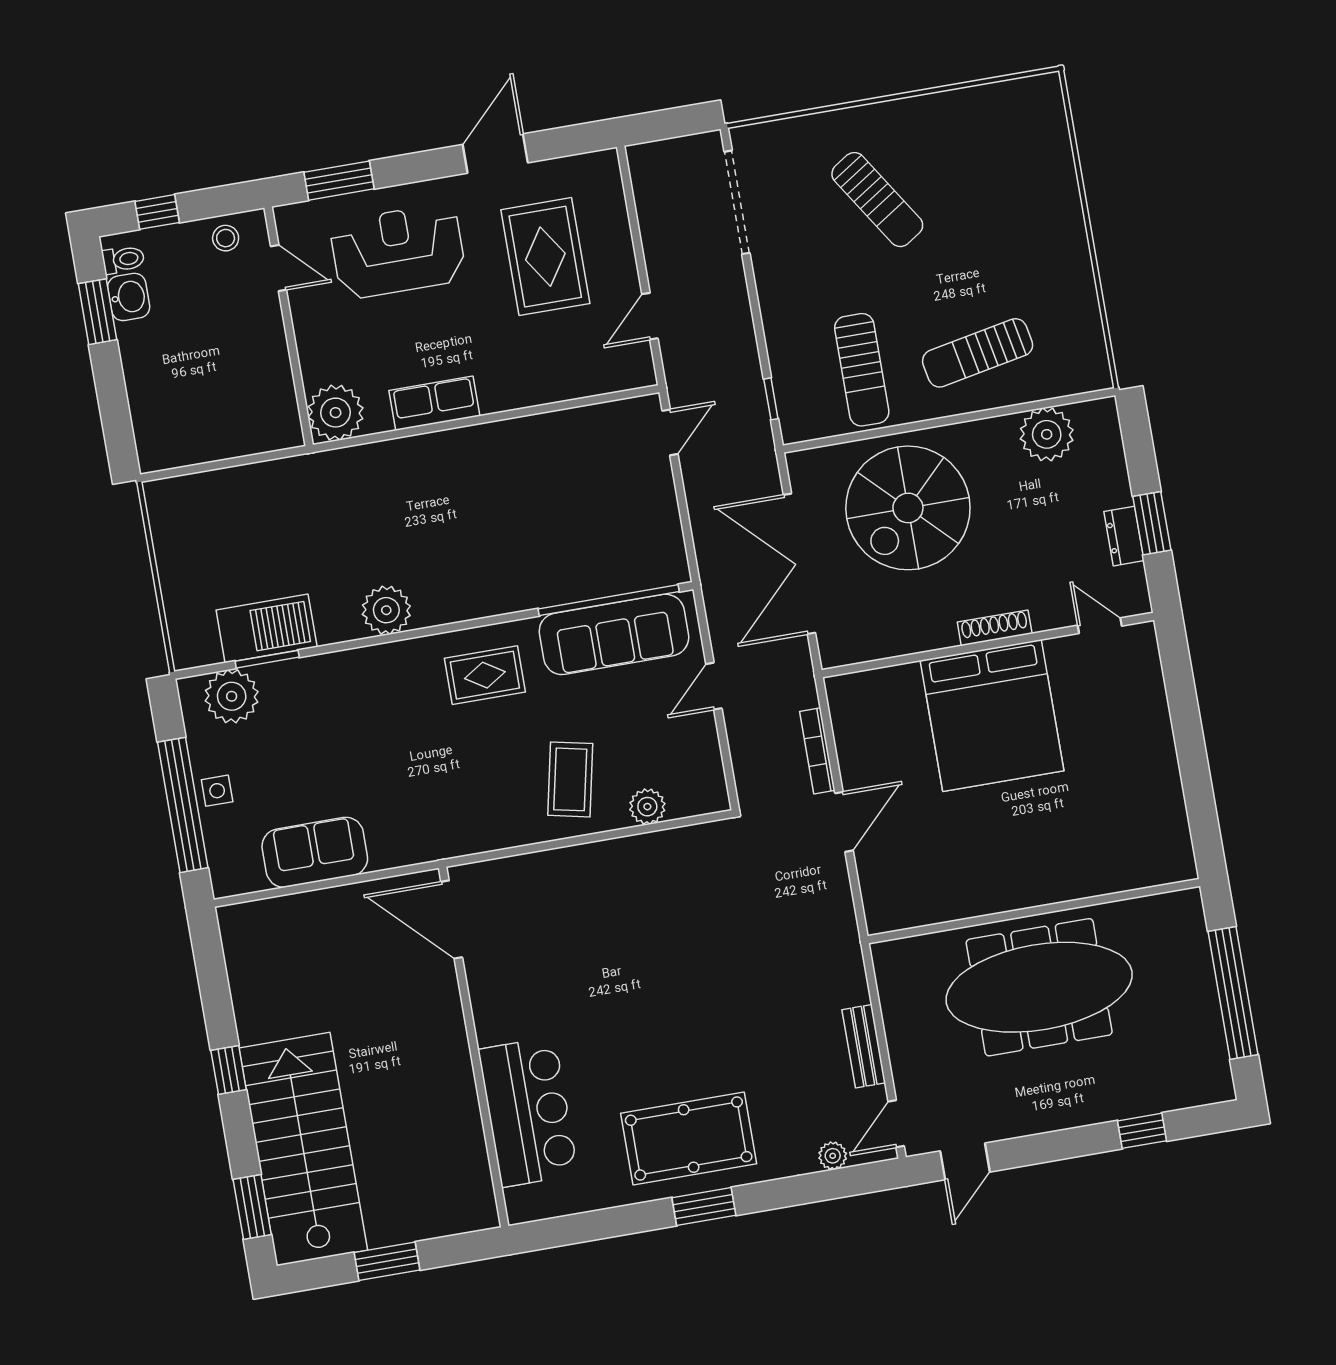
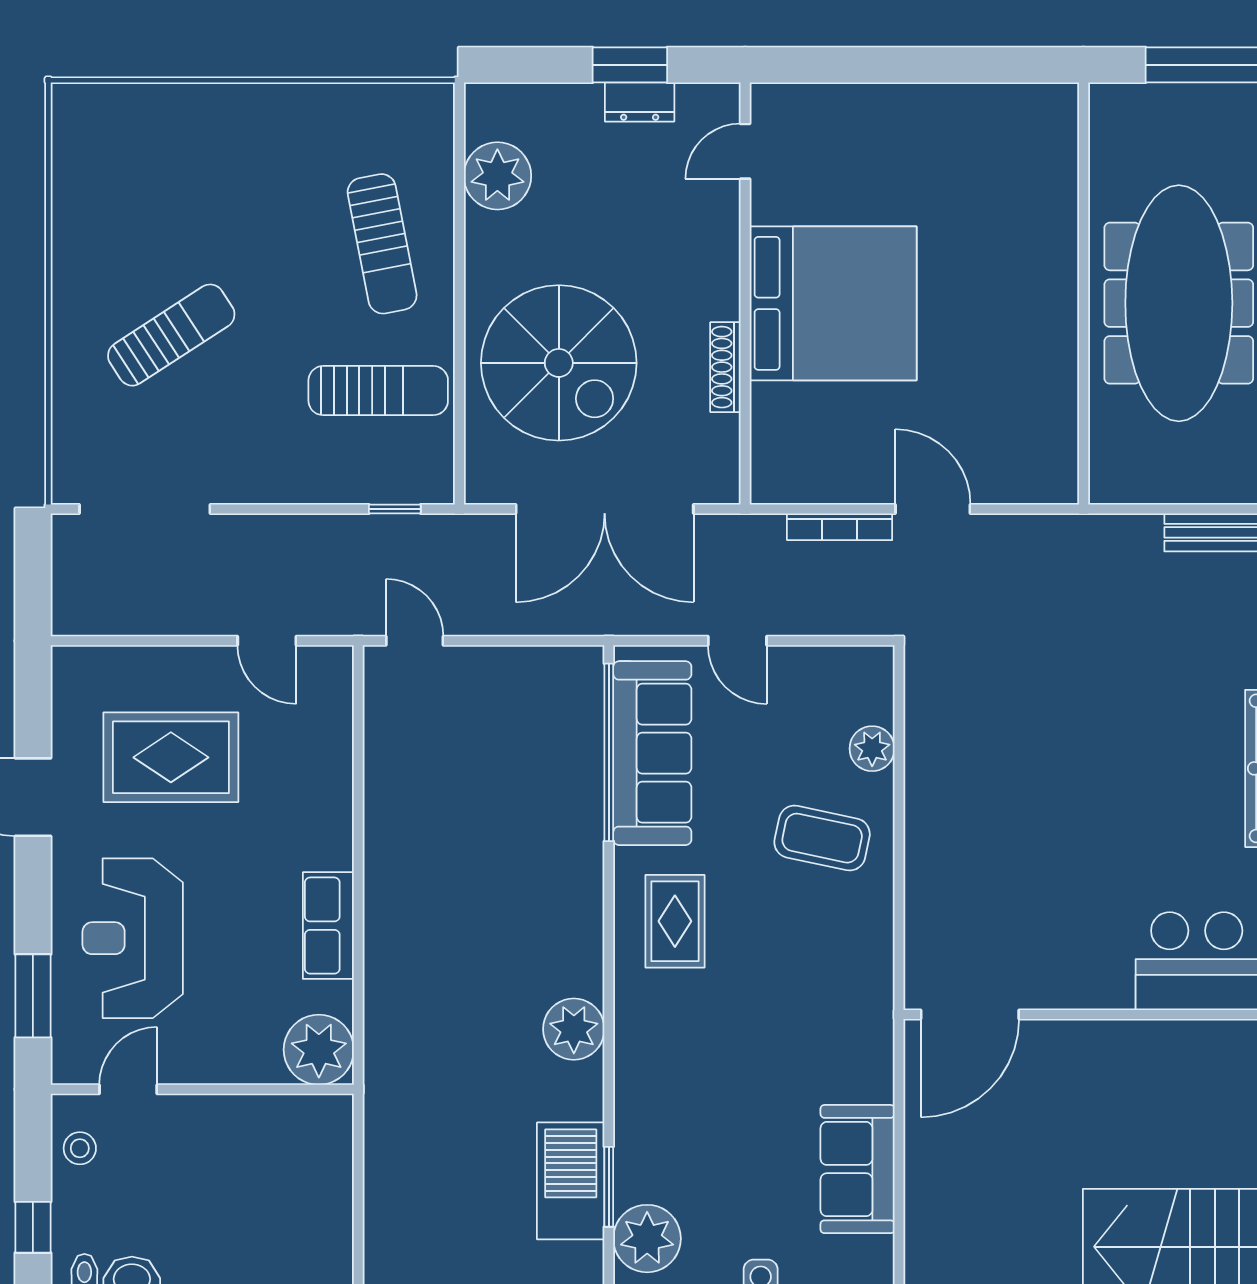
shoe rack: (995, 628) -> (725, 367), moved

